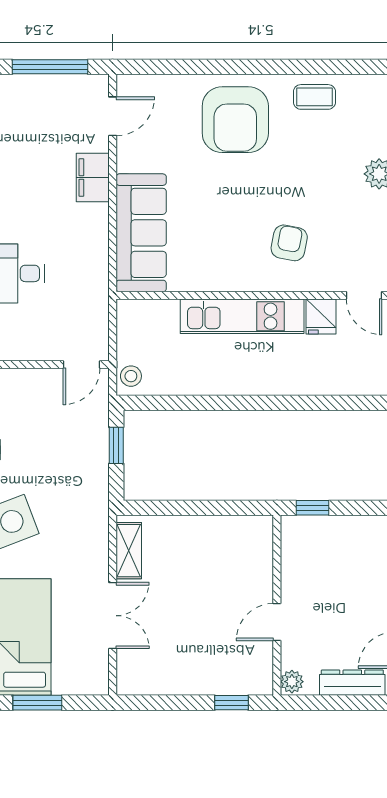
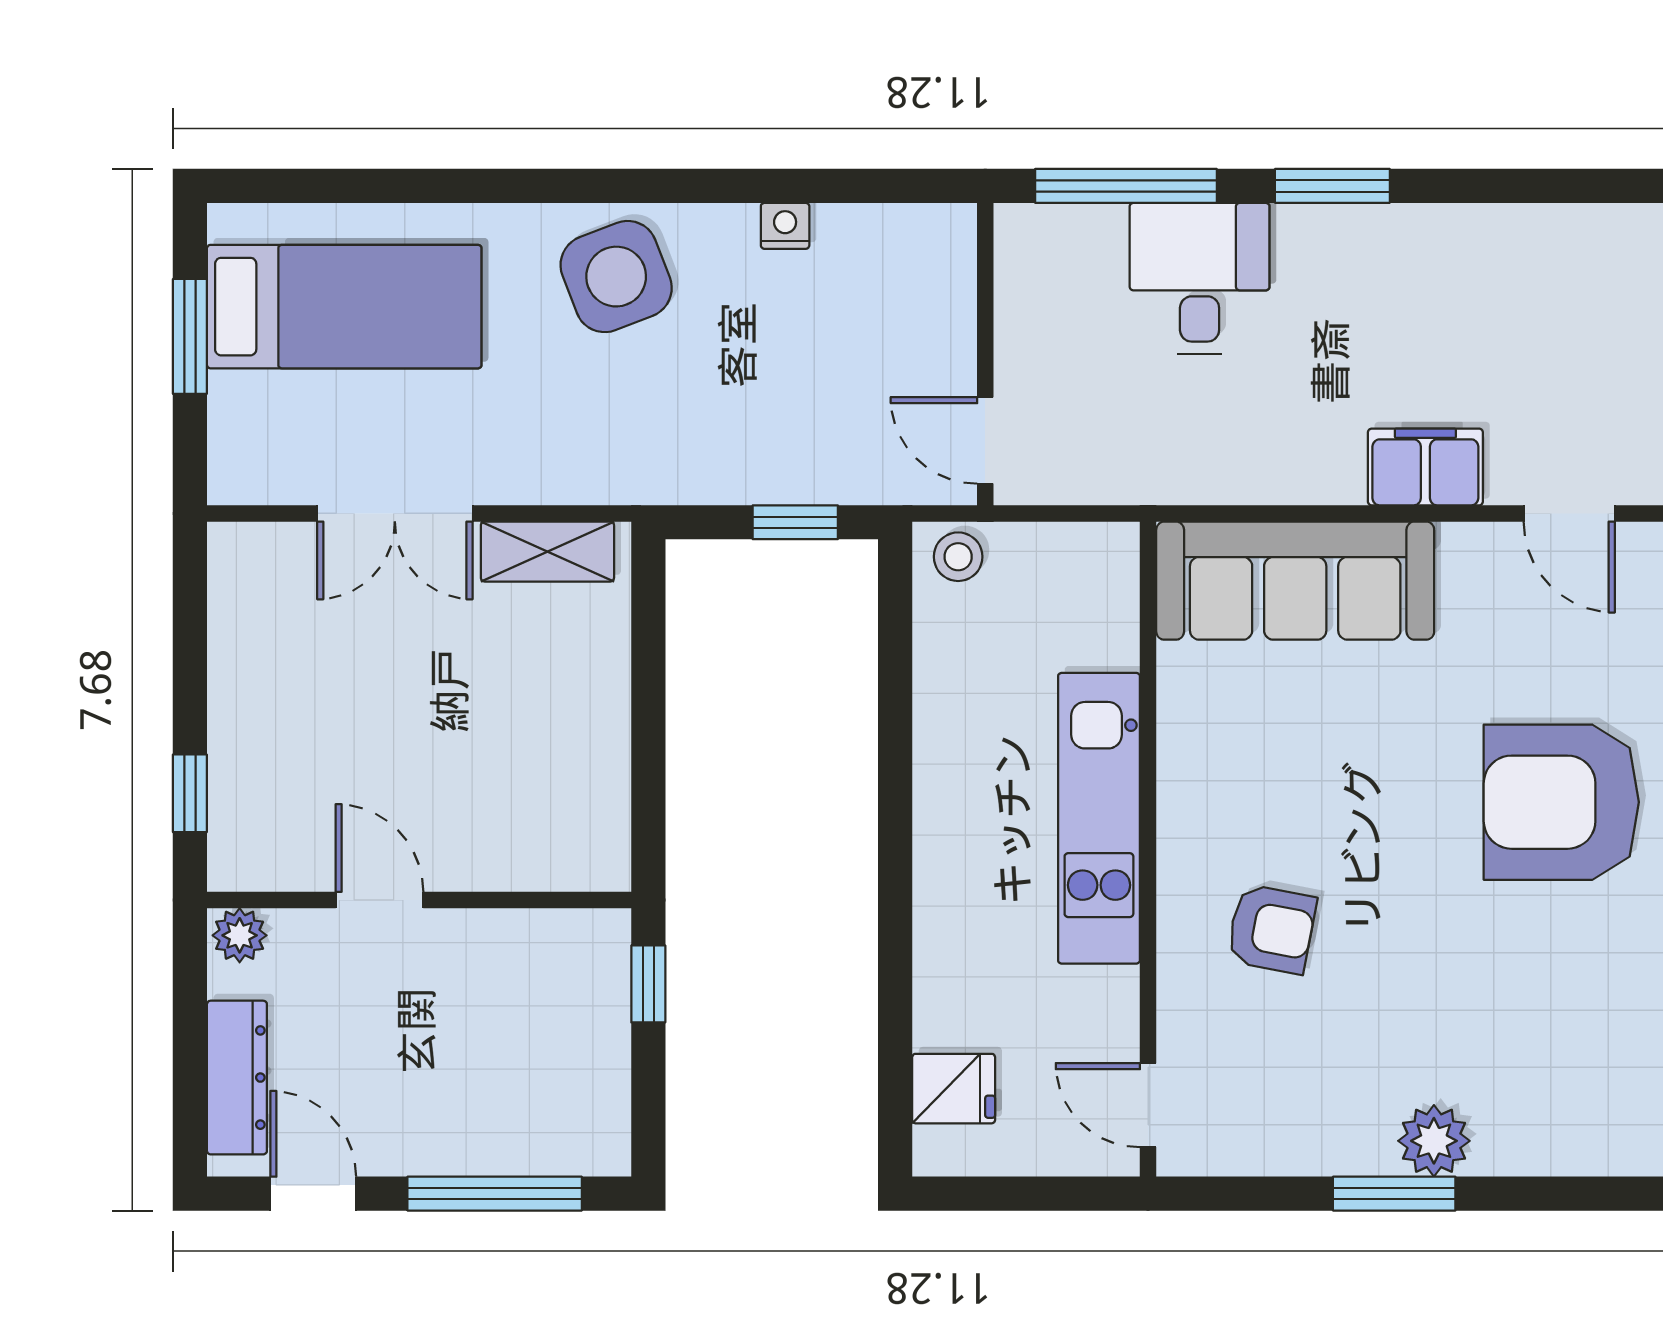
coffee table: (314, 97) -> (1615, 988), removed
door: (364, 295) -> (1148, 1105), hinge flipped
fridge: (321, 316) -> (954, 1089), moved, turned 180

